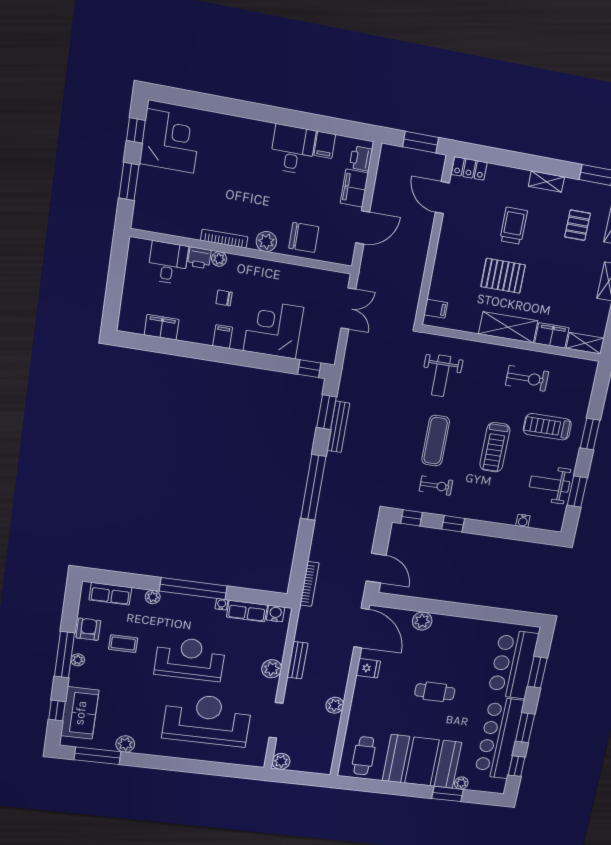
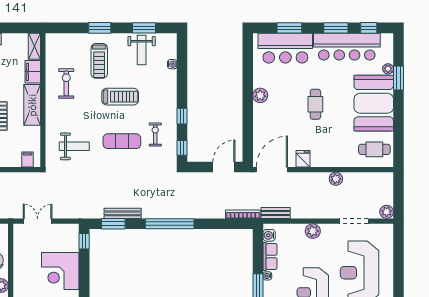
plant: (422, 621) -> (260, 95), moved
bench: (297, 660) -> (276, 213), moved

